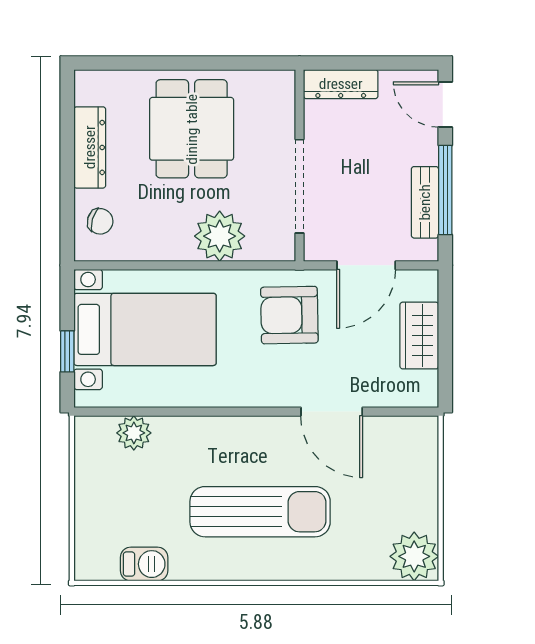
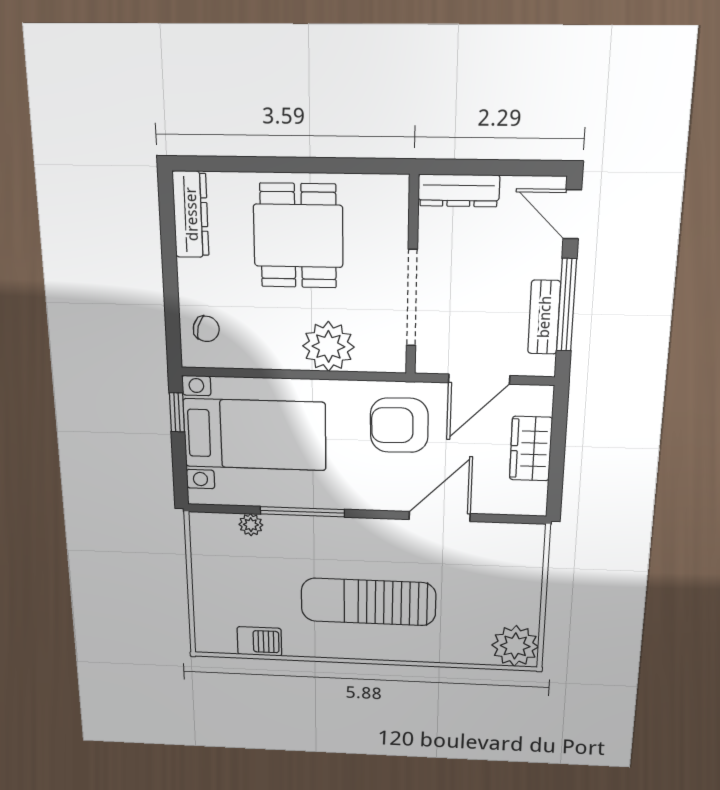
dresser: (90, 147) -> (191, 214), moved
window: (67, 351) -> (177, 412), moved
window: (192, 412) -> (302, 512), added
door: (332, 412) -> (440, 516), swing flipped
plant: (134, 433) -> (251, 525), width x0.73, depth x0.73
sun lounger: (260, 512) -> (368, 602), turned 180

